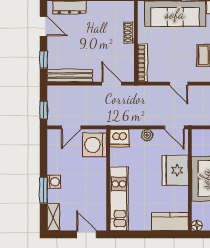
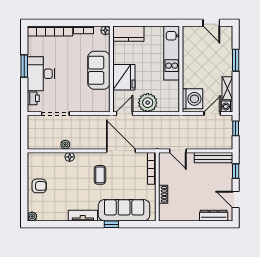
door: (179, 84) -> (121, 151), width x1.87
door: (174, 127) -> (125, 114), hinge flipped
plant: (147, 135) -> (148, 103), width x1.87, depth x1.87
dishwasher: (119, 138) -> (171, 105), removed
washing machine: (54, 182) -> (227, 107), moved
shelving: (53, 217) -> (227, 88), moved
door: (86, 234) -> (211, 23), moved

